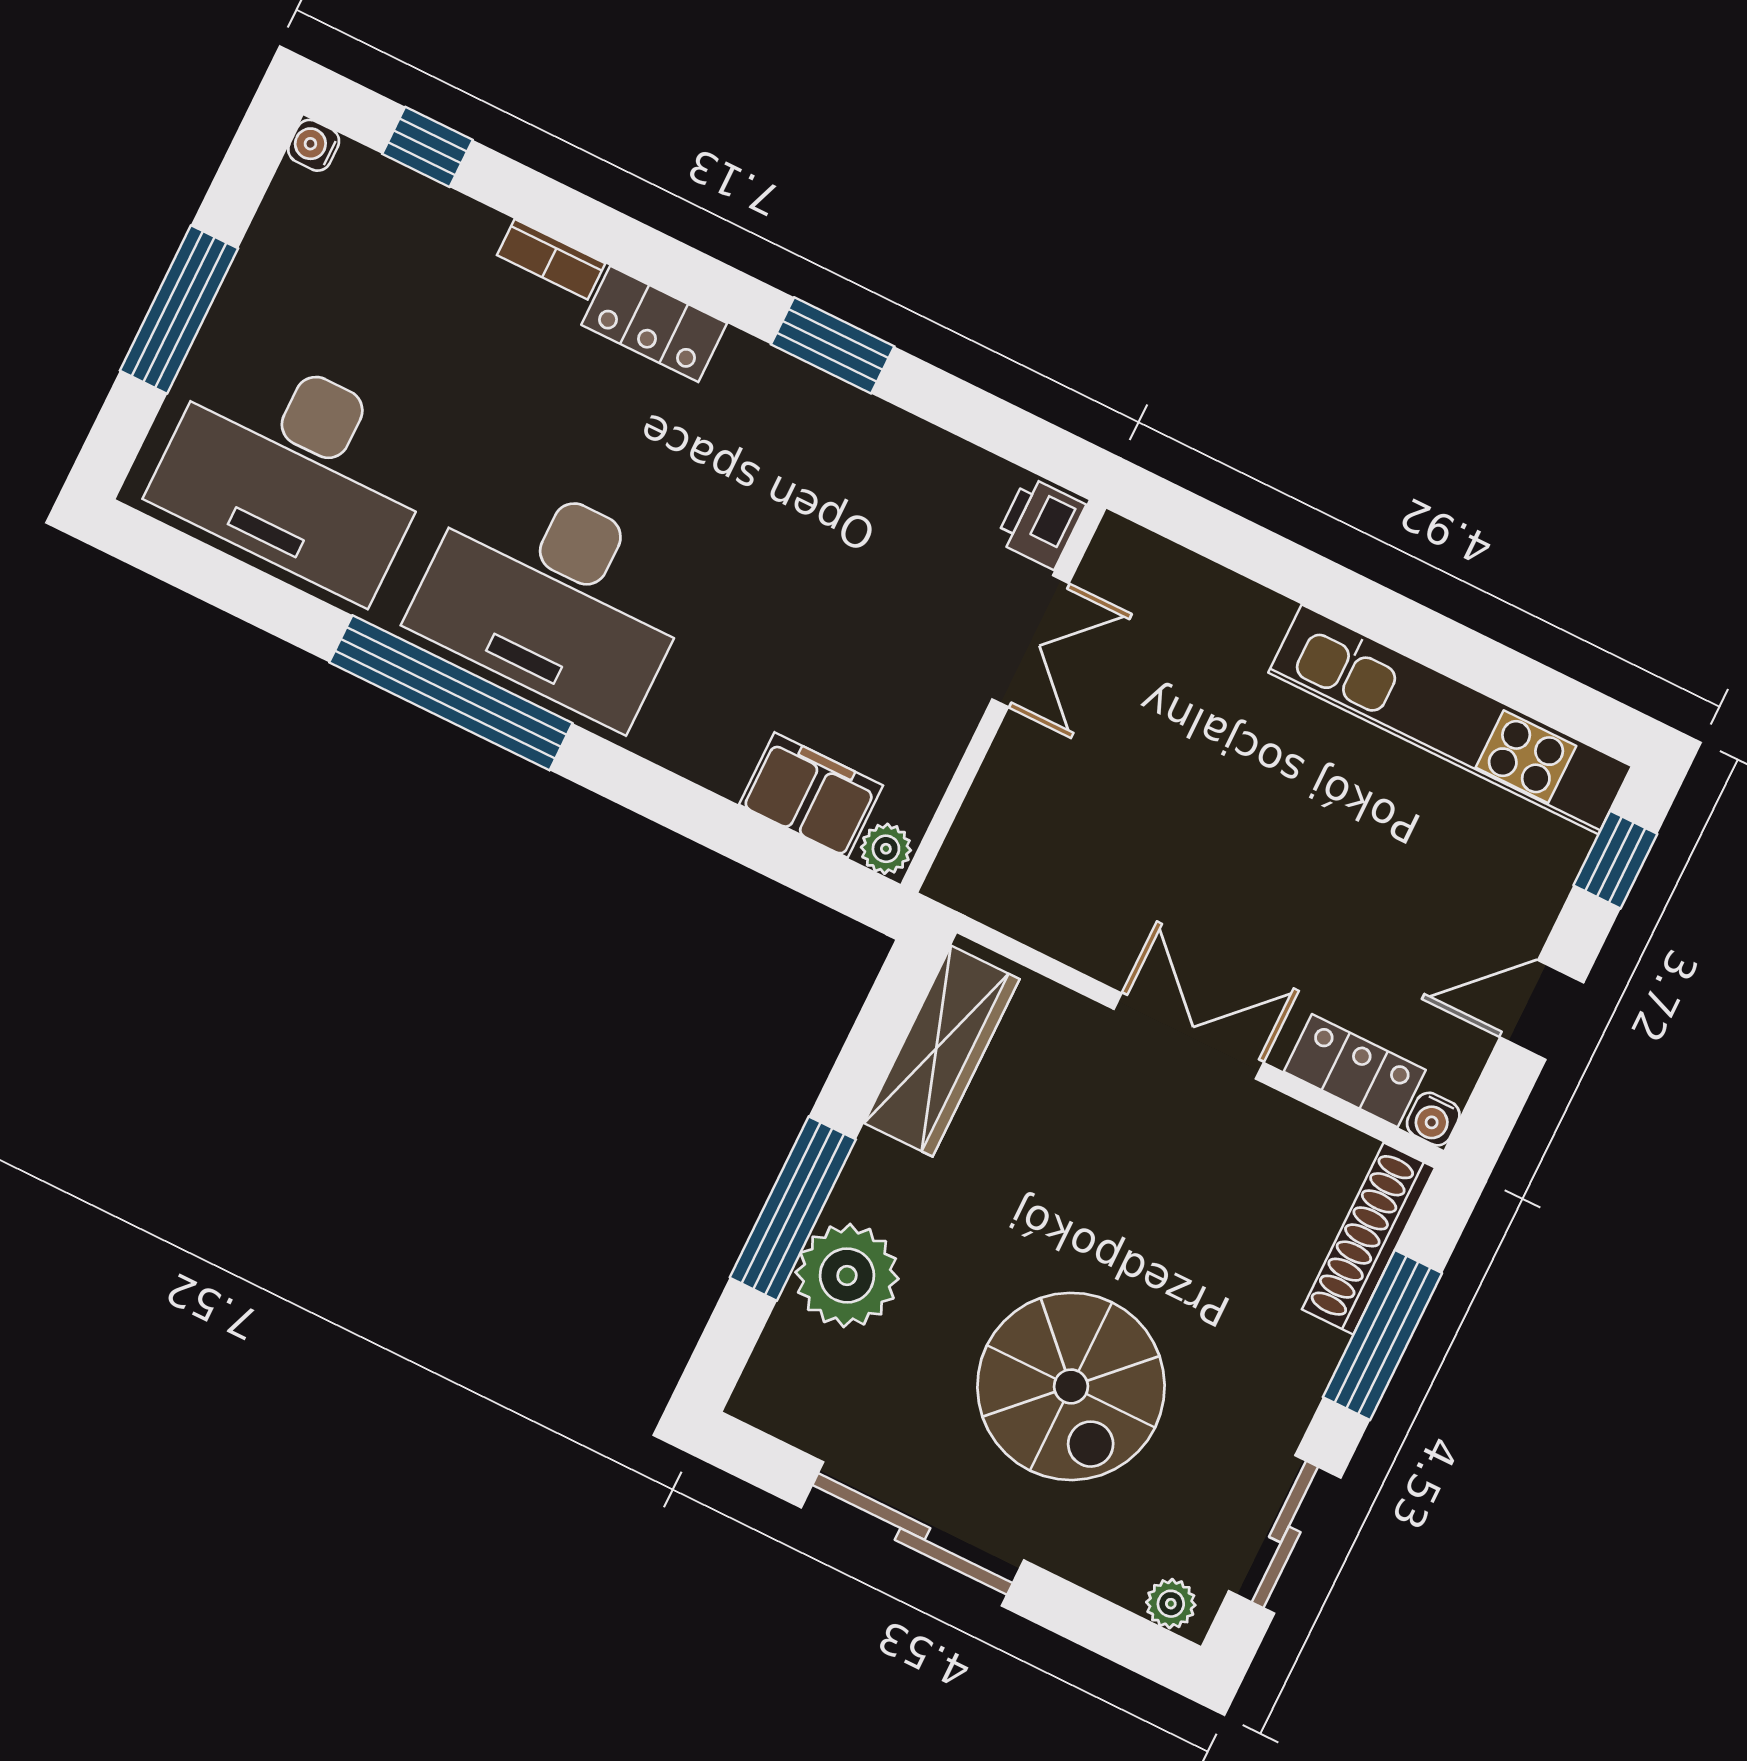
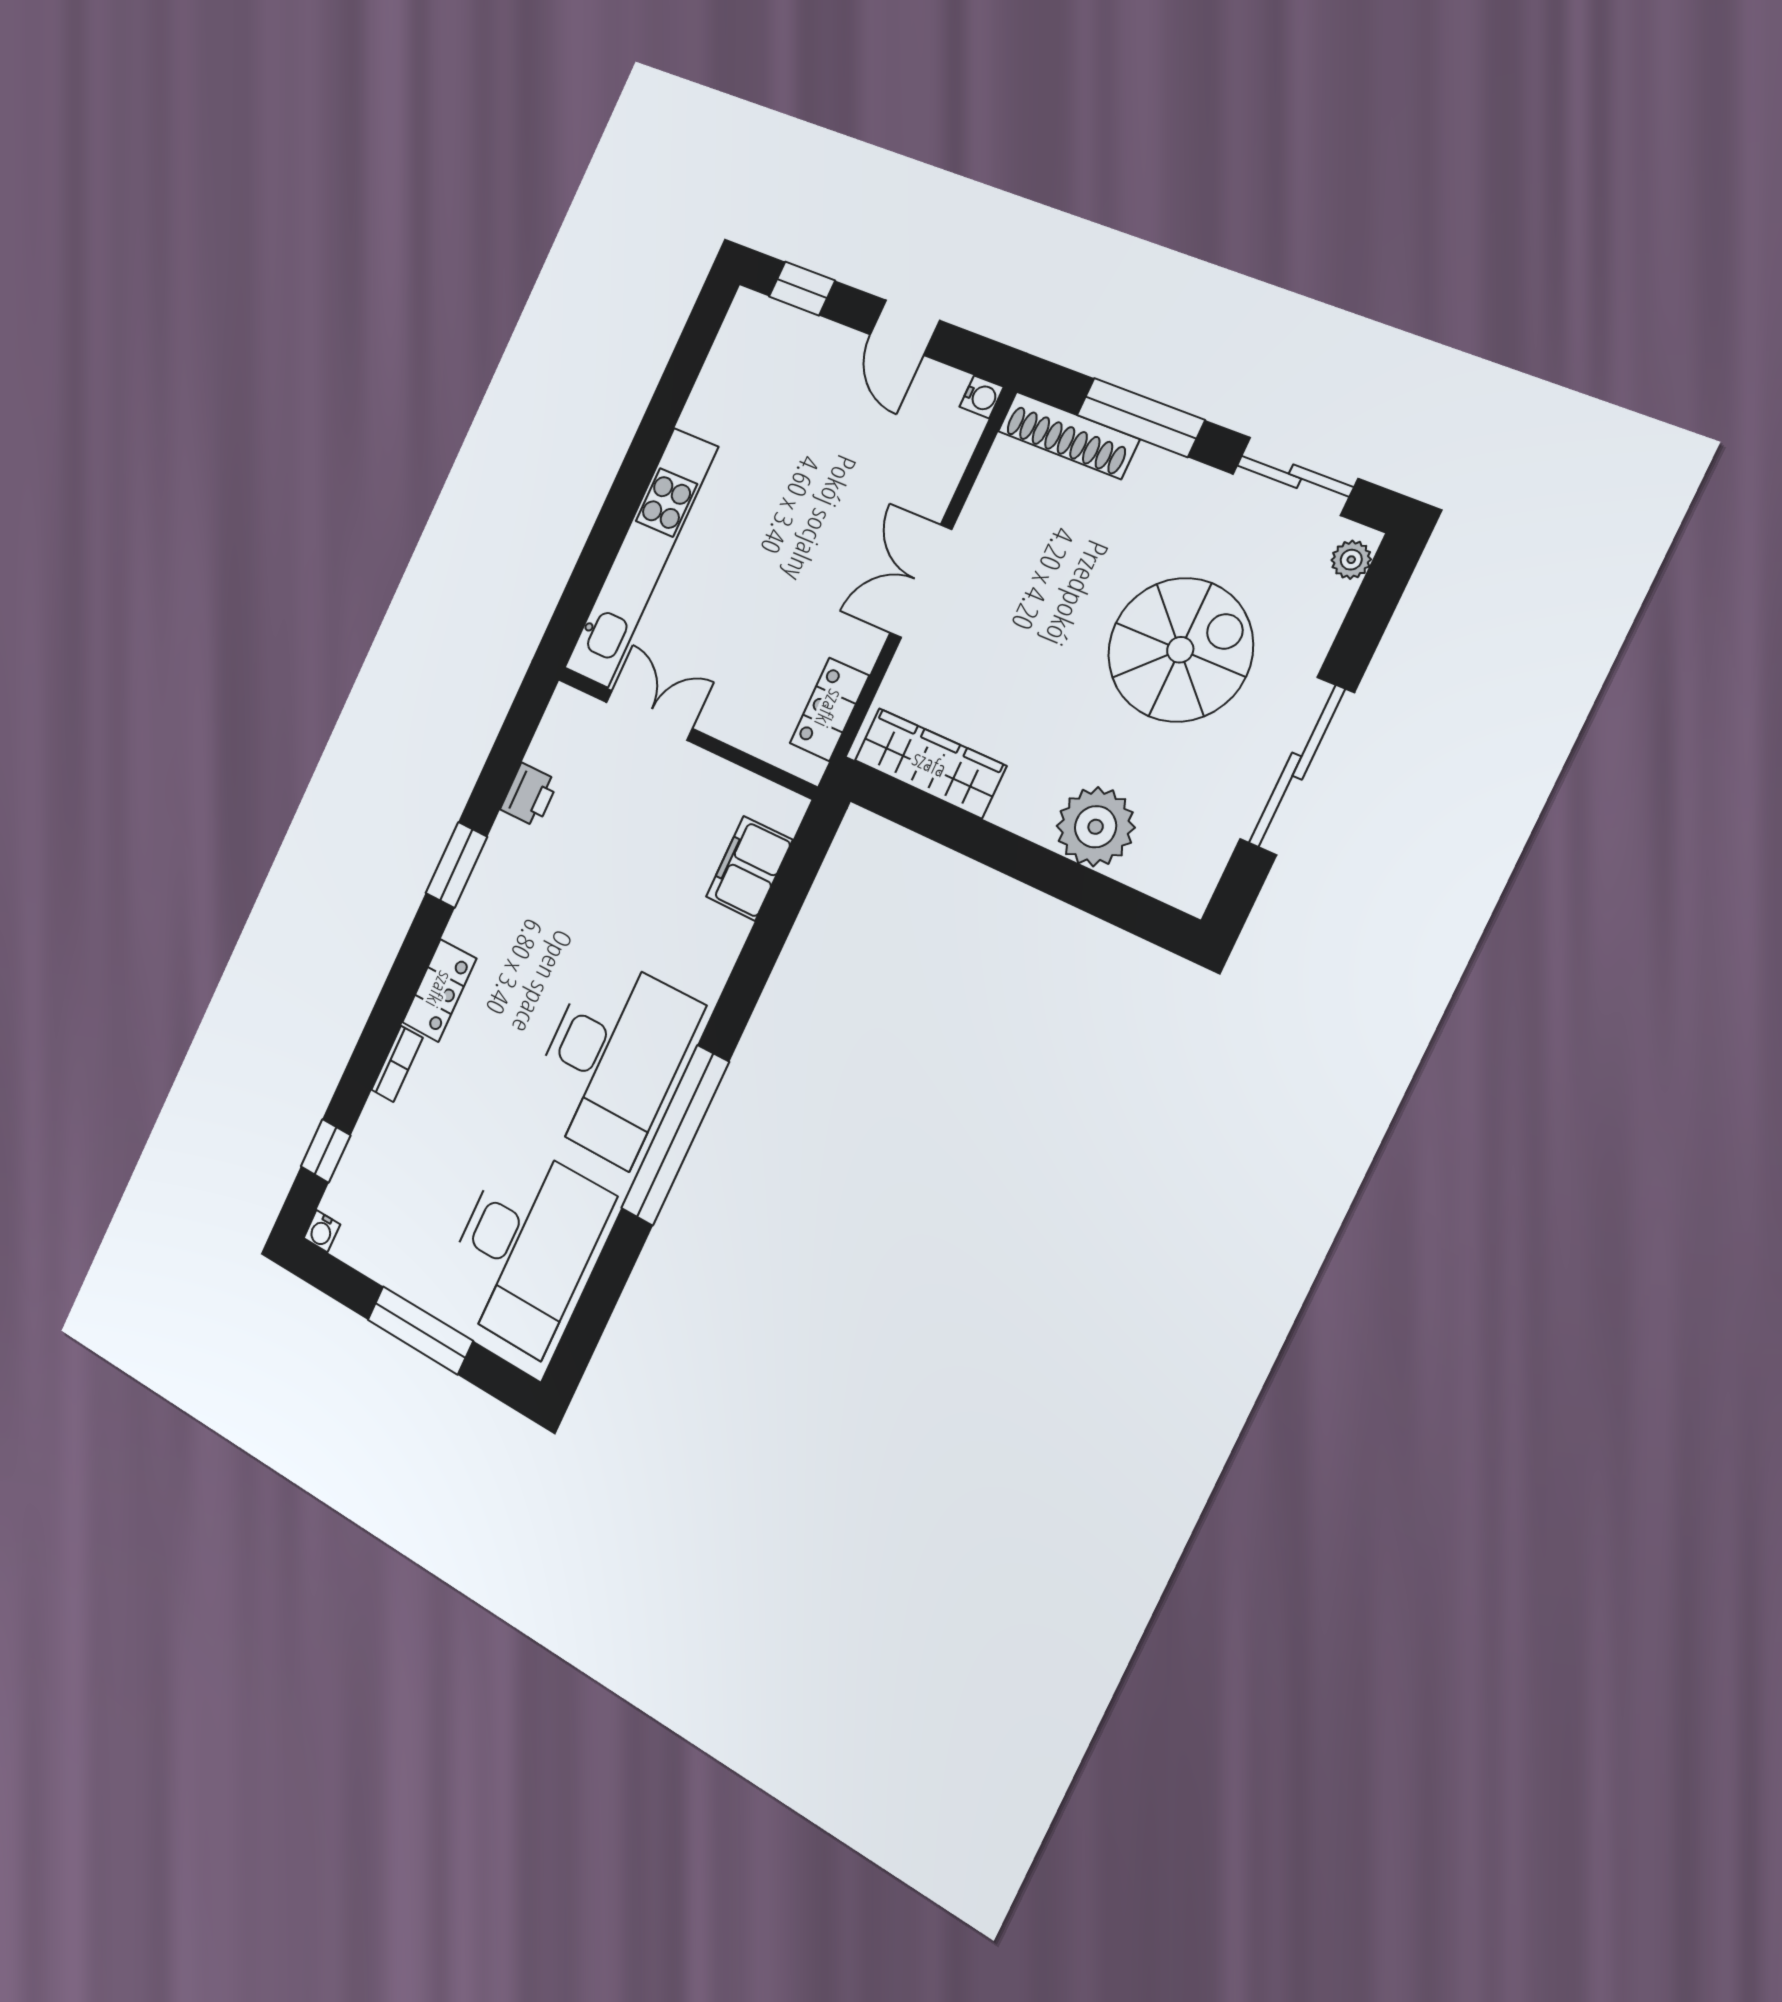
printer: (1040, 523) -> (529, 795), moved, turned -90
kitchen unit: (1450, 719) -> (641, 558), moved
plant: (886, 849) -> (787, 812), removed
locker: (1355, 1071) -> (829, 709), moved
window: (793, 1209) -> (1045, 870), removed

